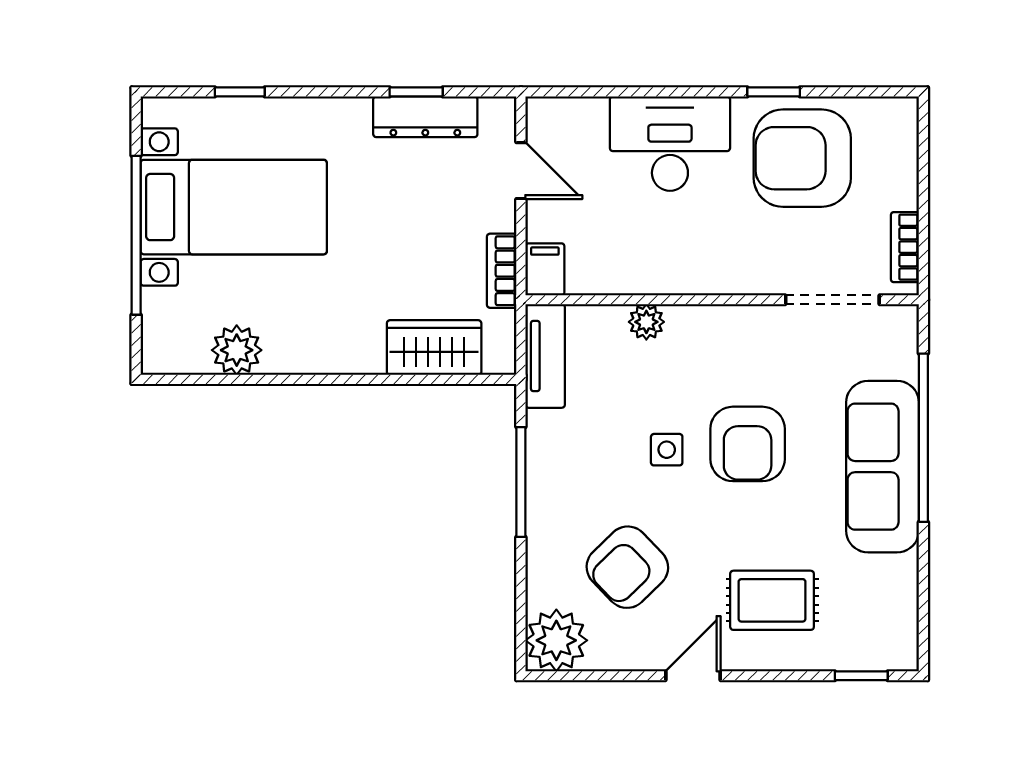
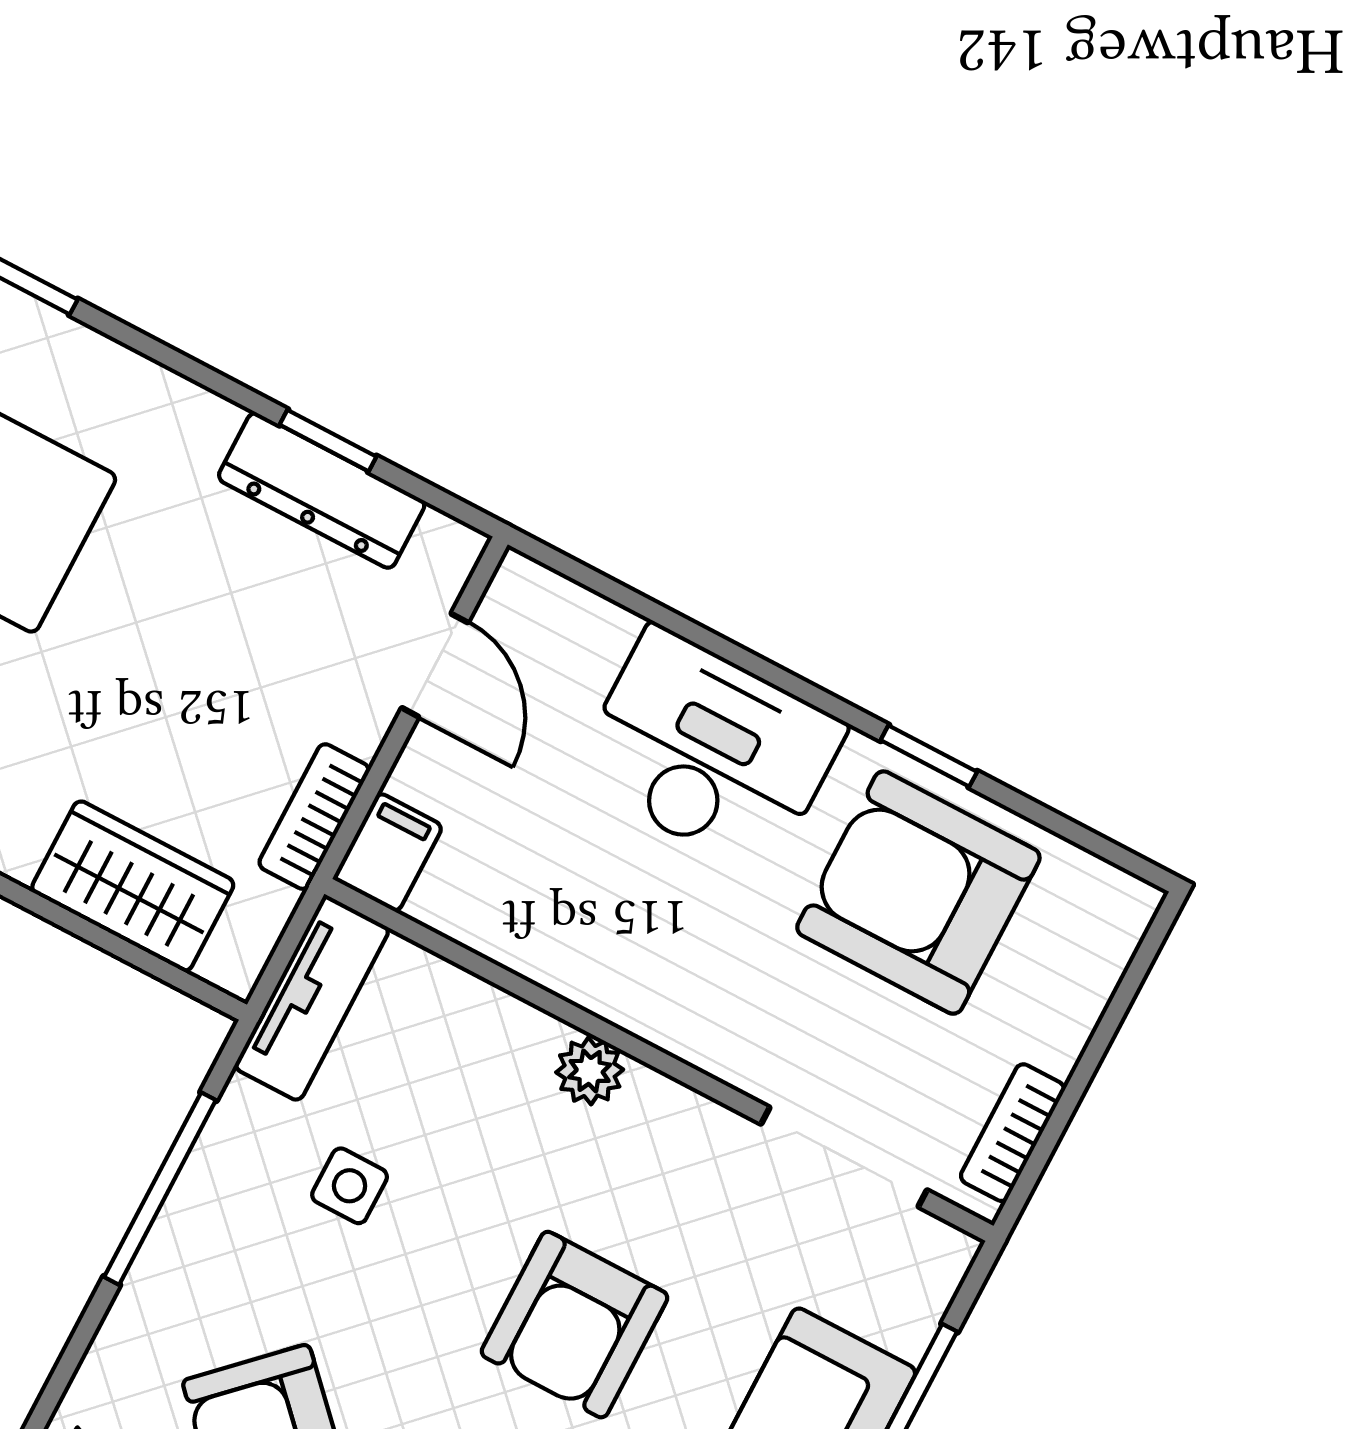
plant: (646, 322) -> (590, 1071), moved
side table: (667, 450) -> (350, 1186), moved

